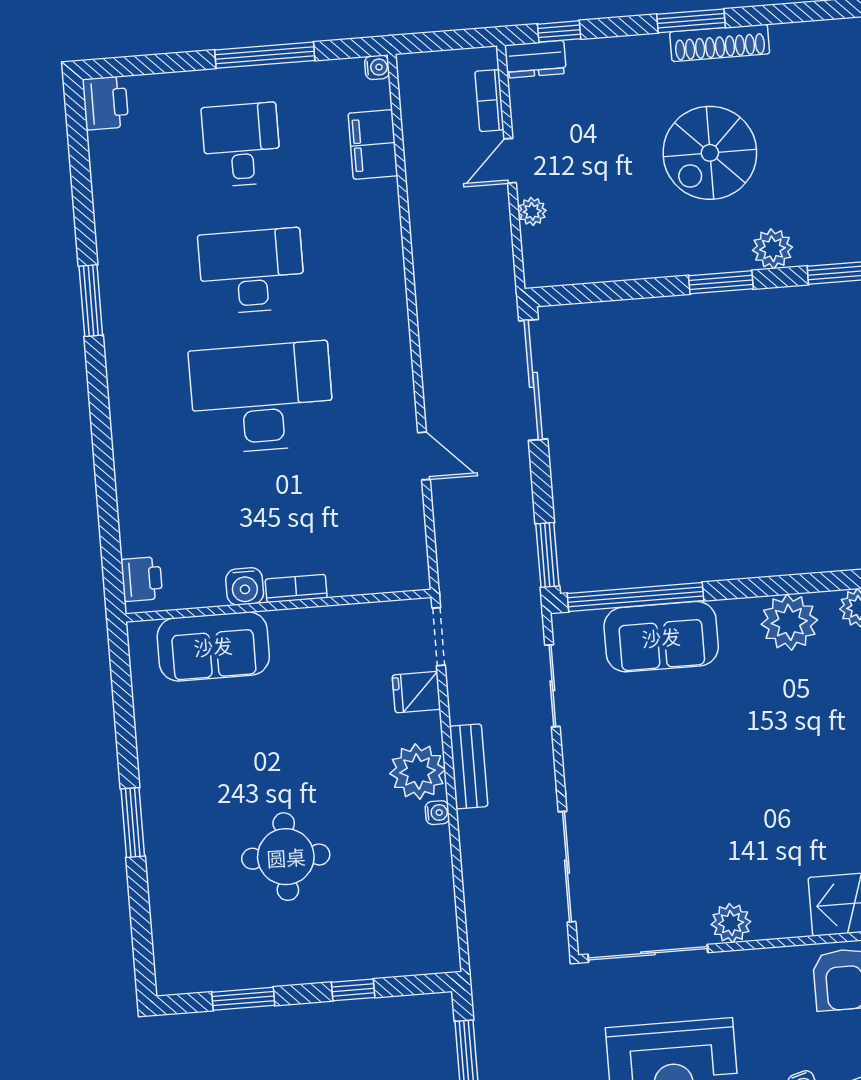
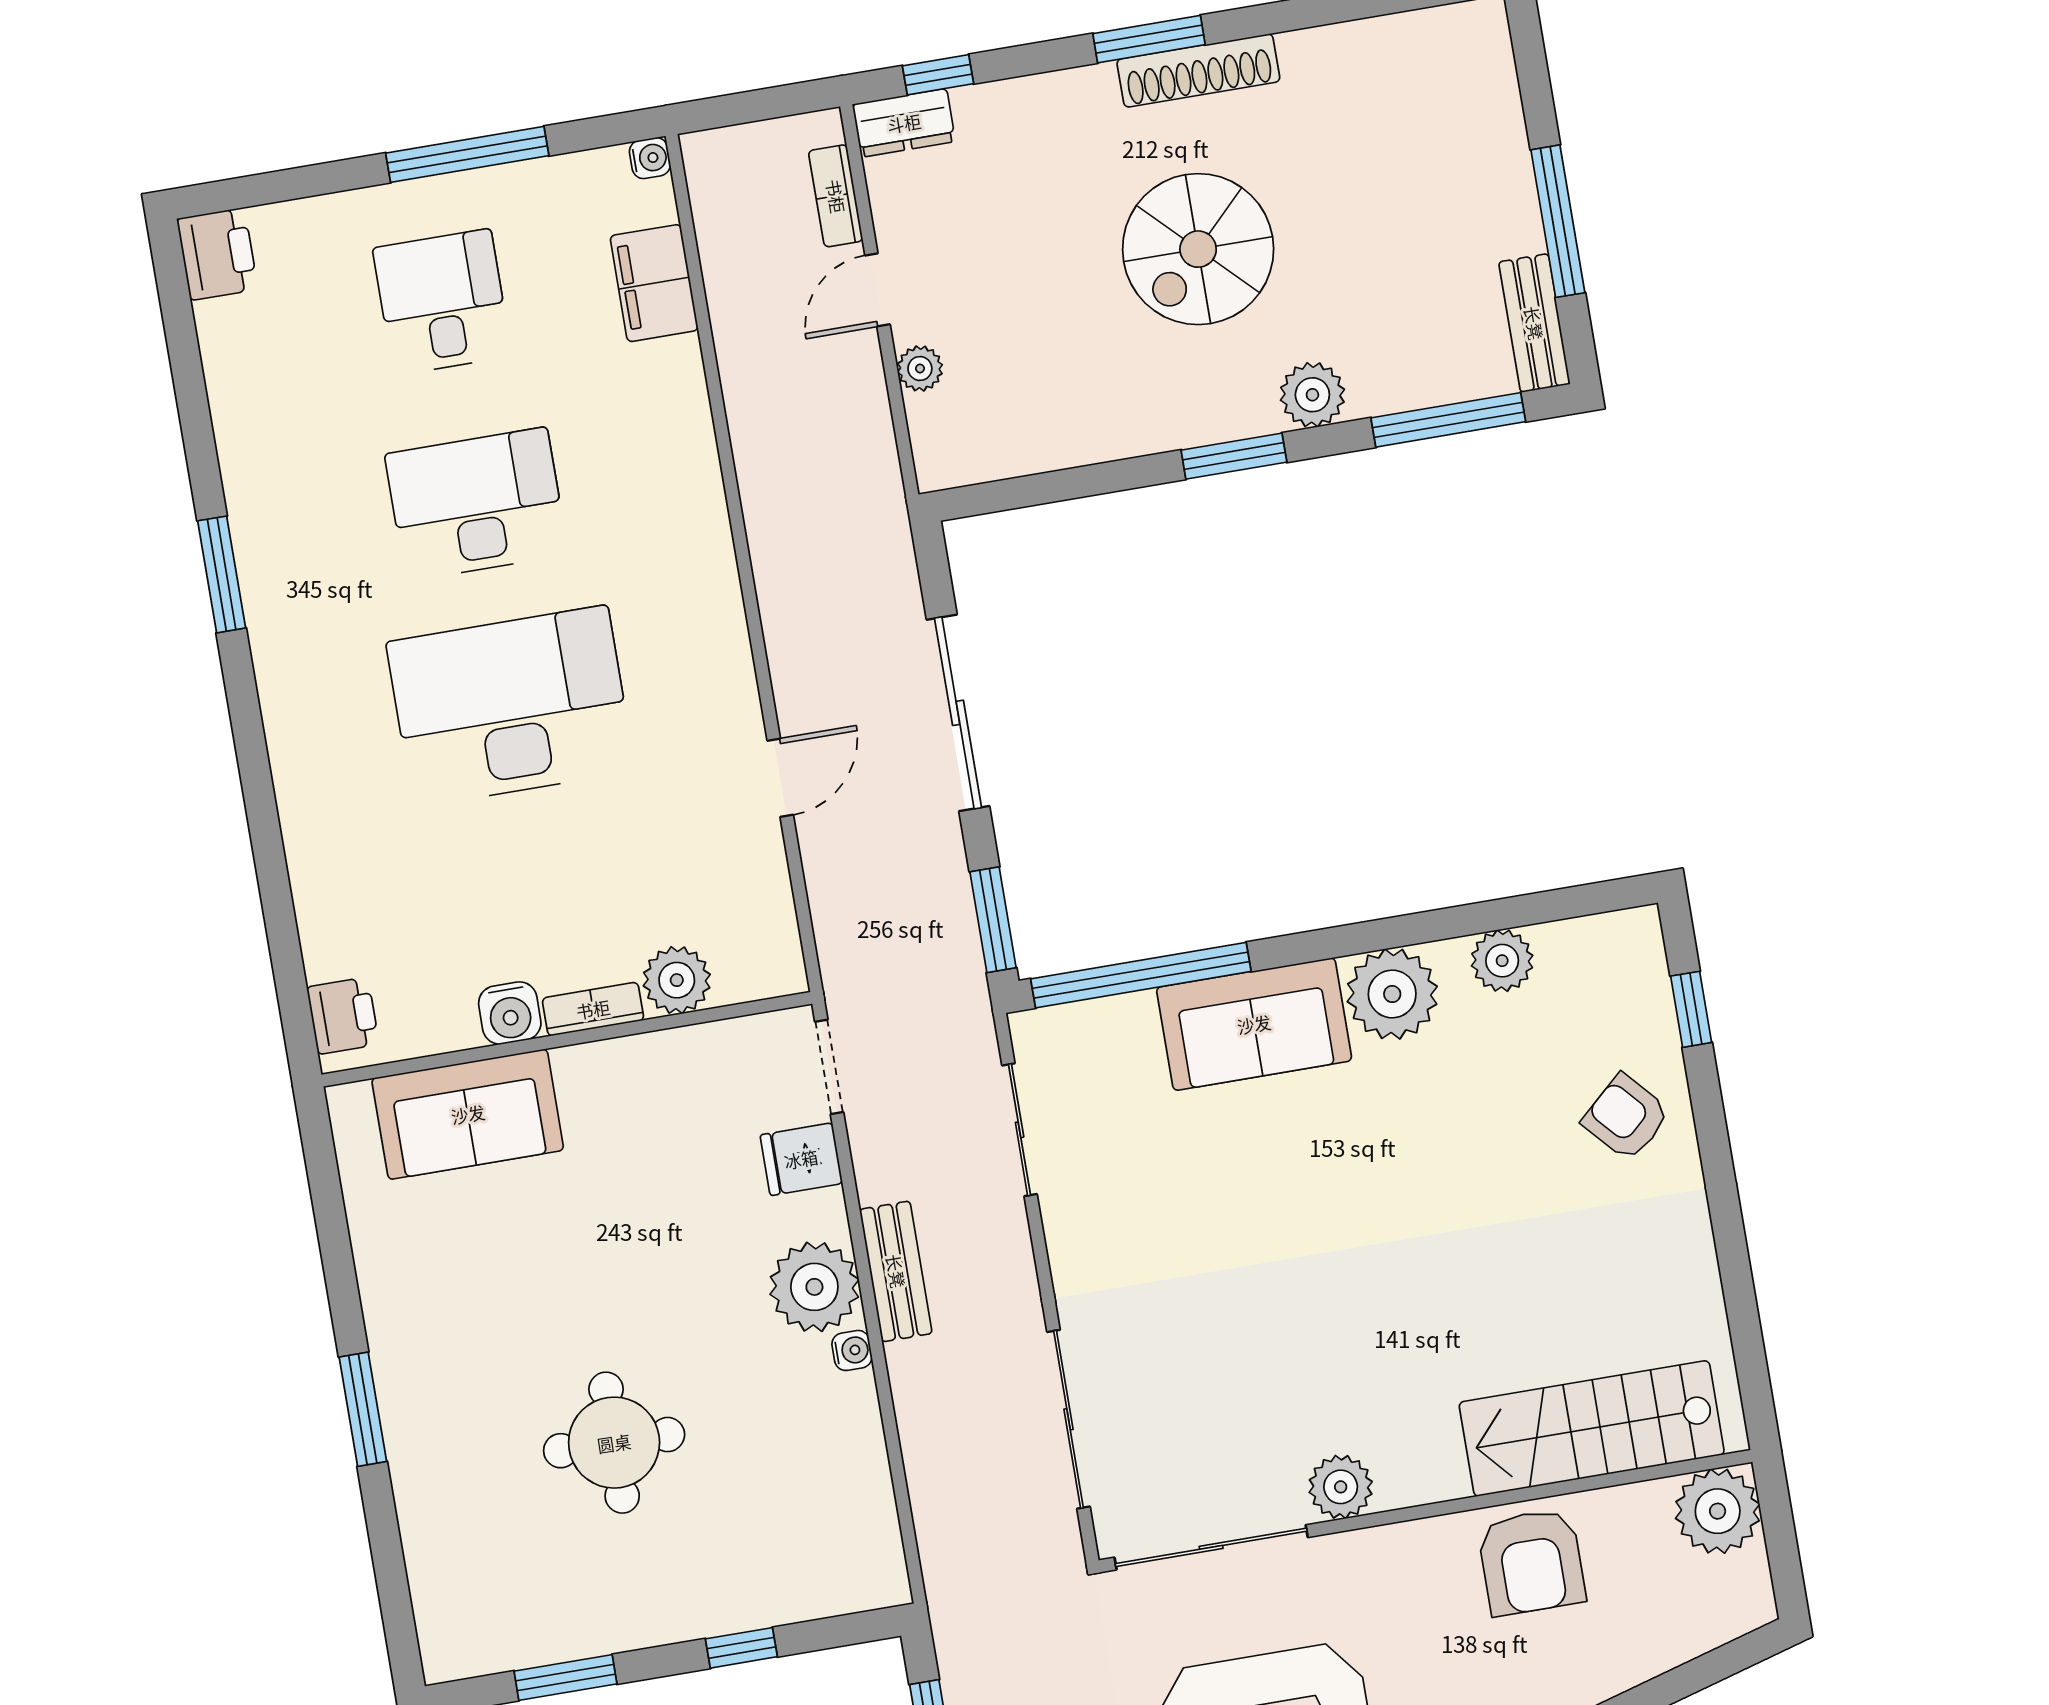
sliding door: (533, 380) -> (958, 713), moved
door: (424, 456) -> (780, 778), hinge flipped
plant: (349, 575) -> (677, 980), added
sofa: (661, 637) -> (1254, 1024), moved

